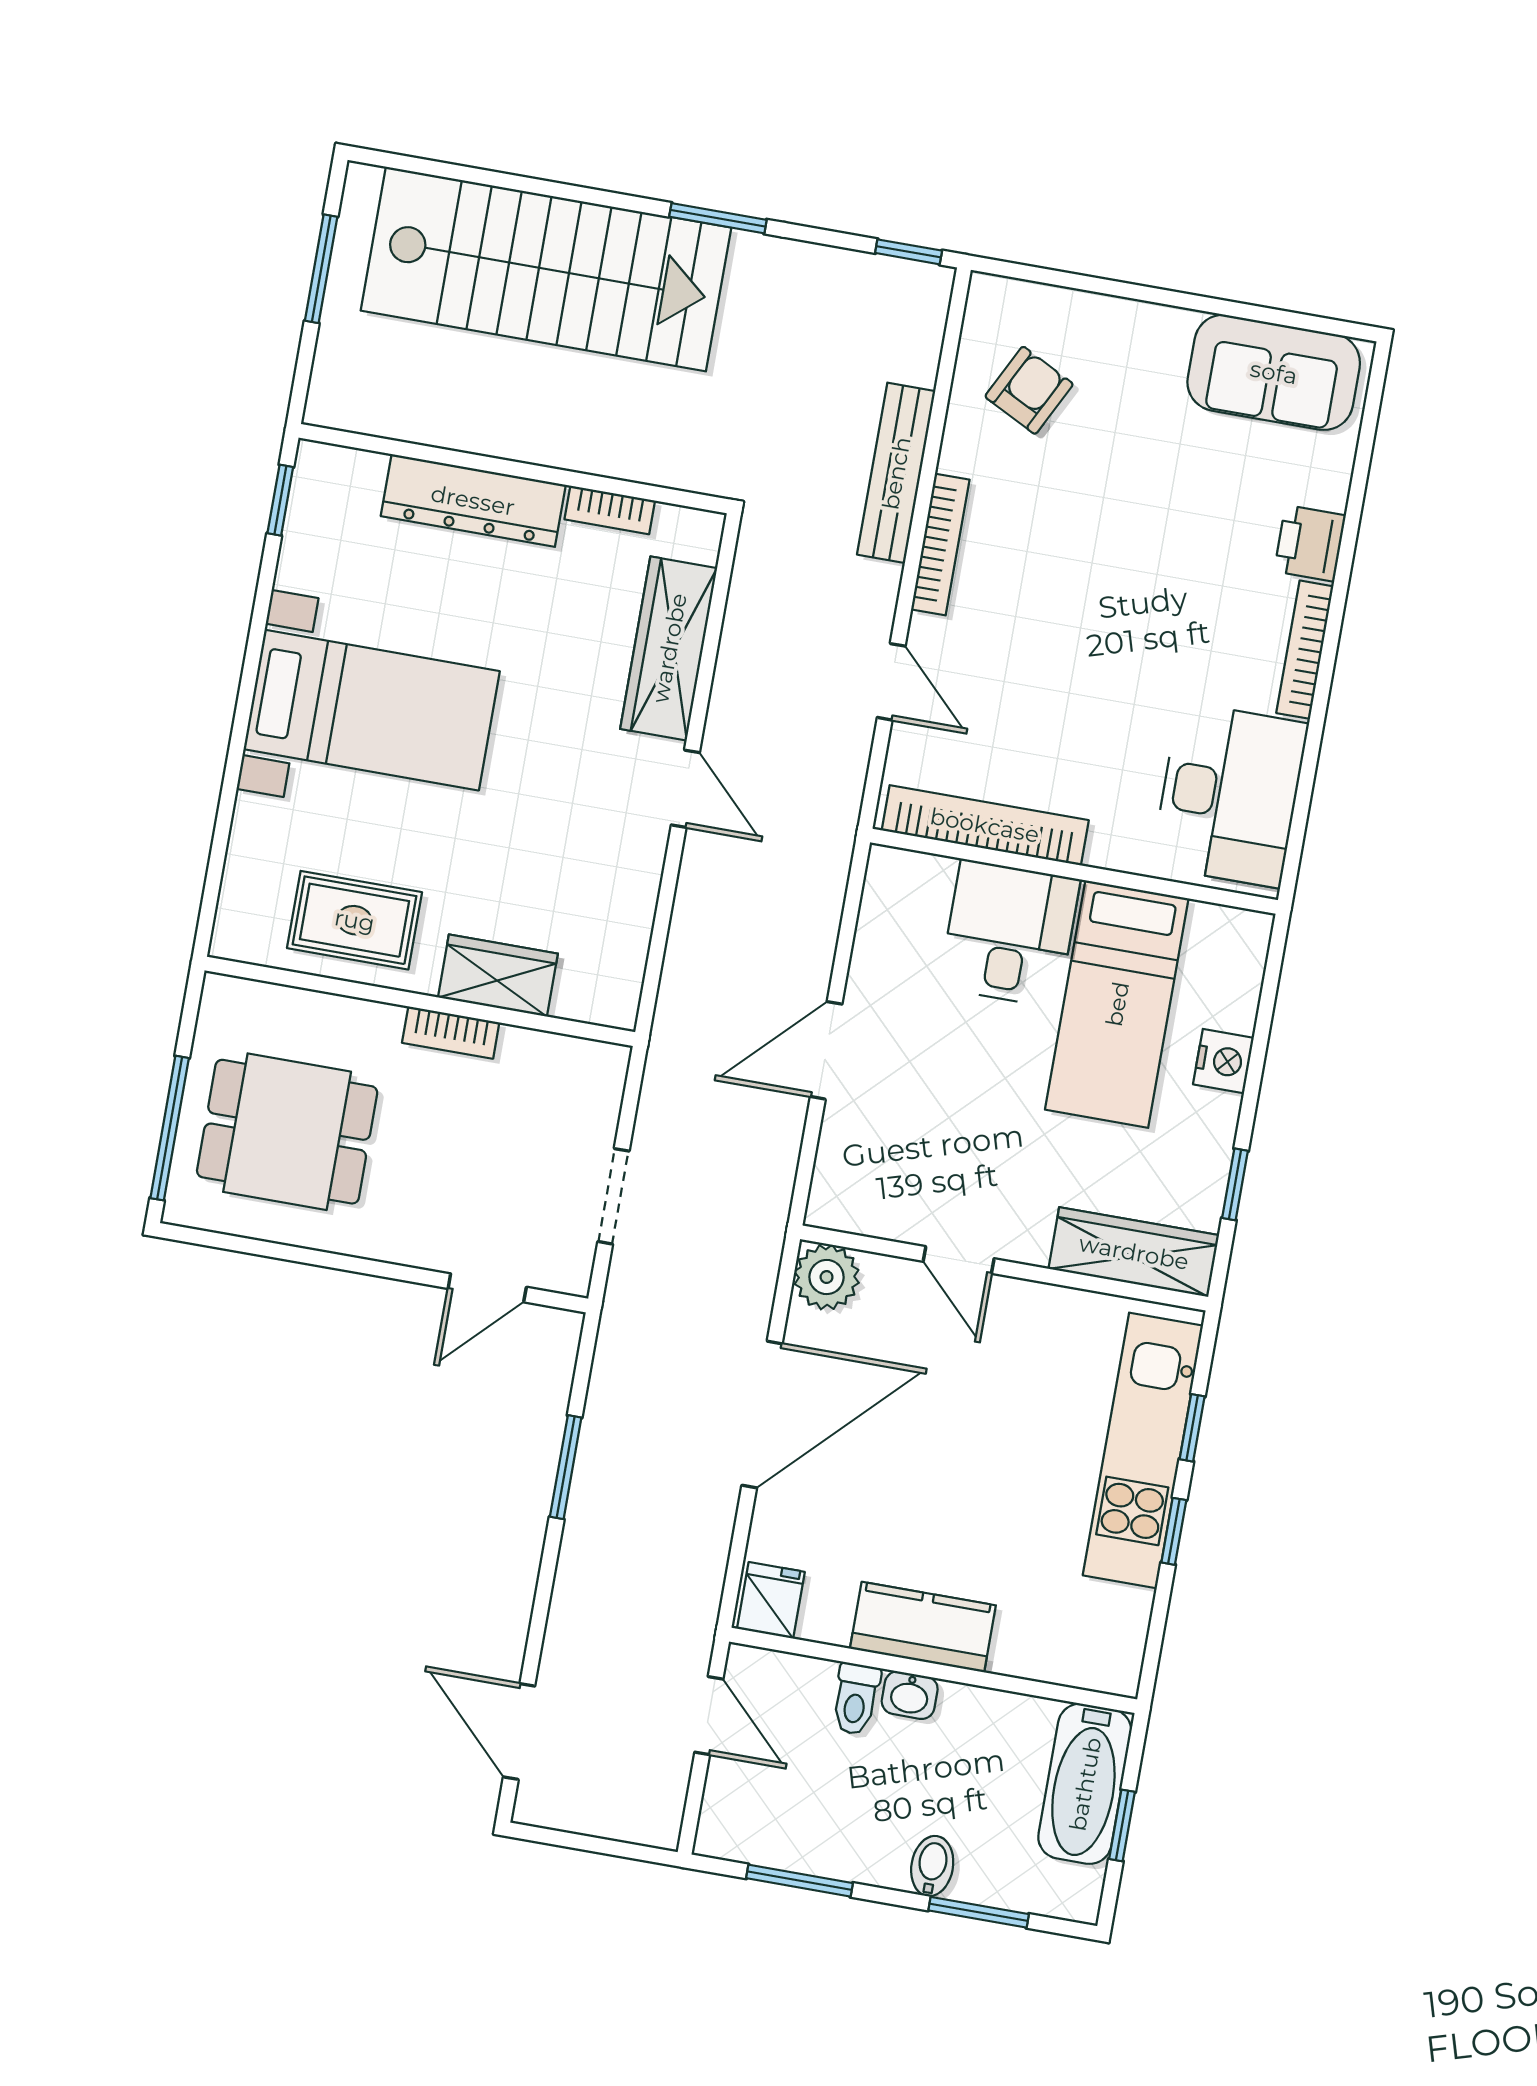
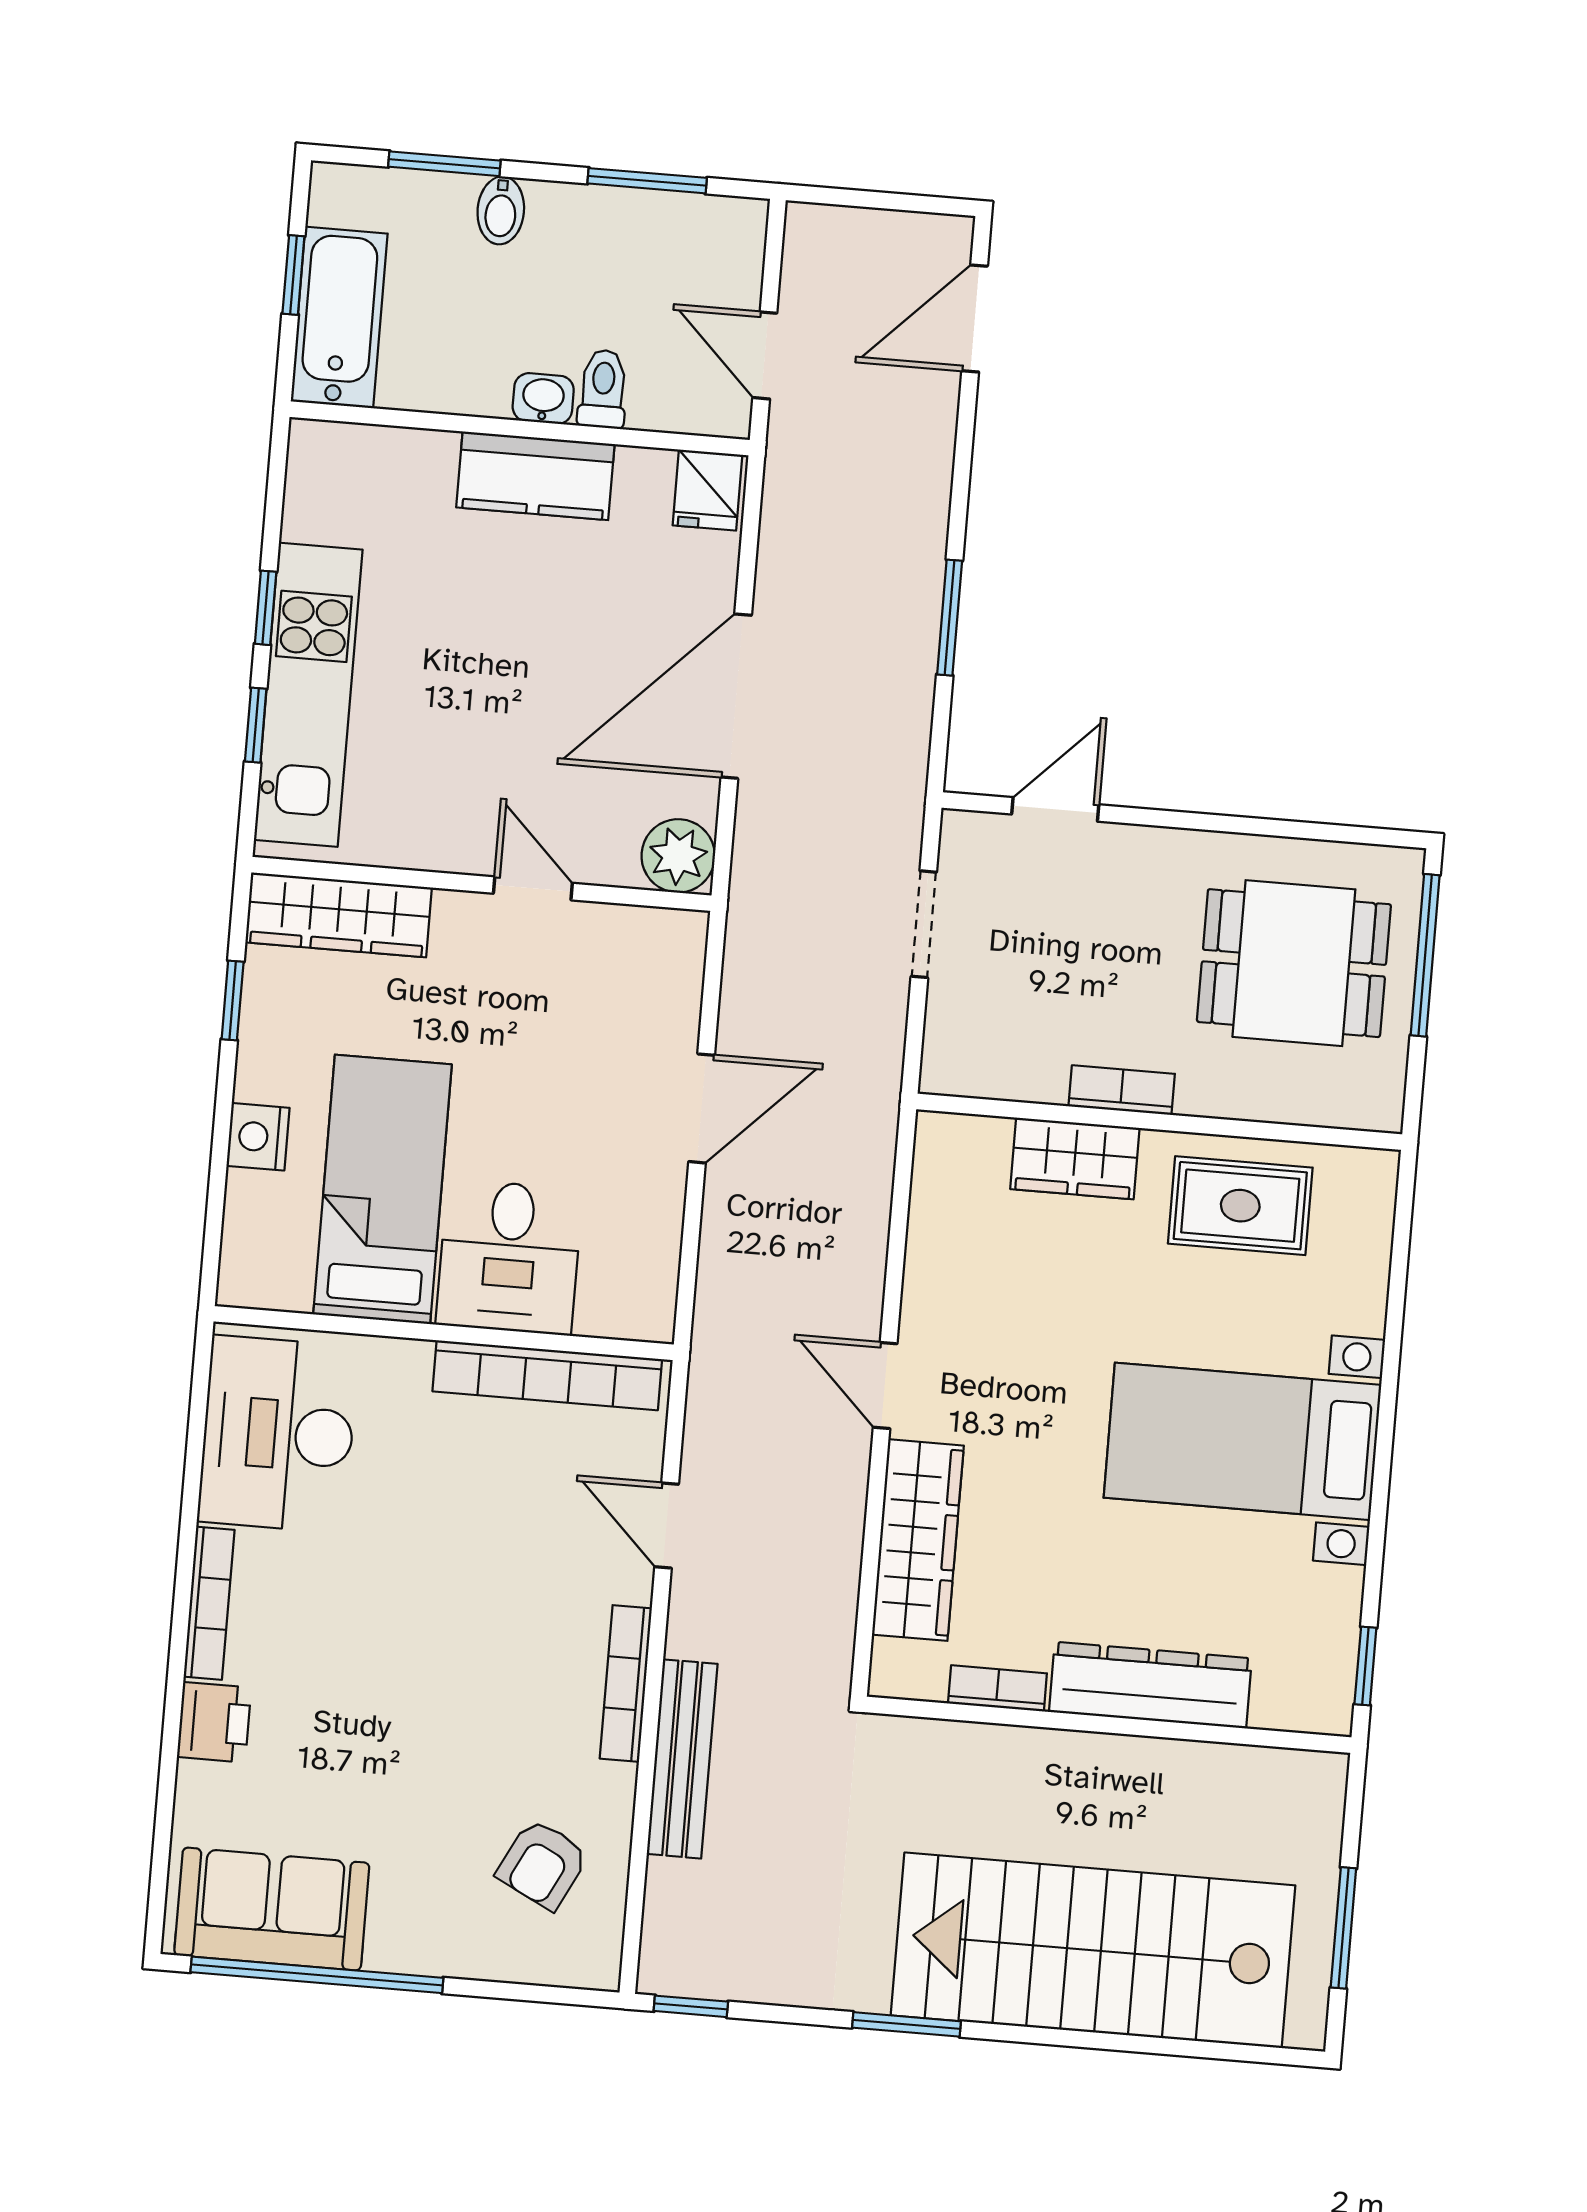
window: (1239, 310) -> (317, 1975), added
door: (519, 1731) -> (975, 318), swing flipped

